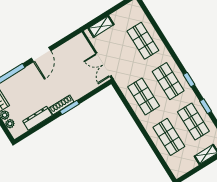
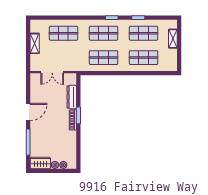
shelving: (101, 26) -> (35, 43), moved
door: (41, 55) -> (28, 112), hinge flipped
double door: (103, 65) -> (52, 72), moved
dresser: (37, 118) -> (72, 97), moved

